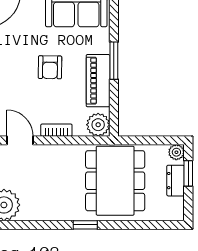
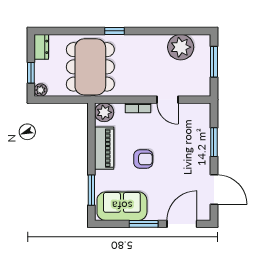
window: (114, 61) -> (91, 190), moved
armchair: (50, 67) -> (143, 159), turned 89
dresser: (176, 181) -> (41, 47), moved

